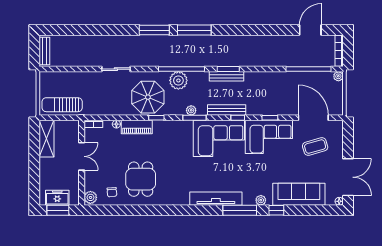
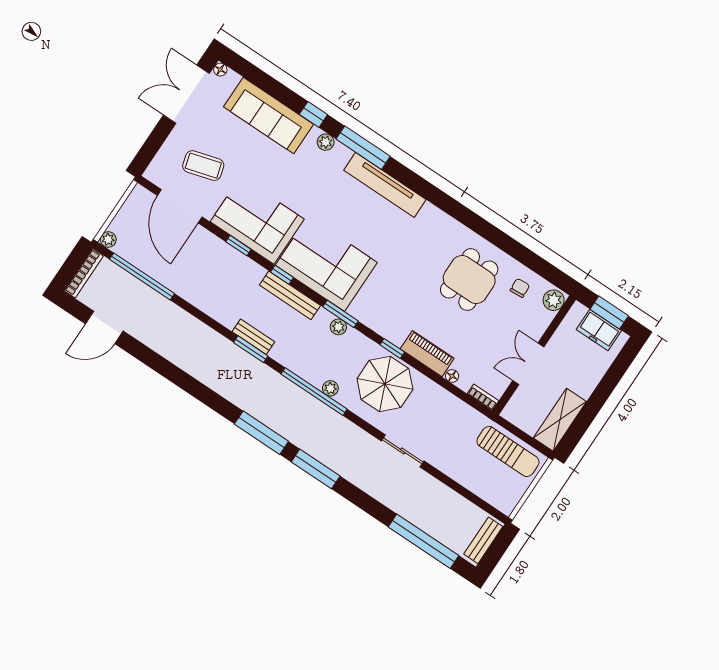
window: (75, 30) -> (424, 541), added
bench: (227, 76) -> (253, 337), width x0.73
plant: (178, 80) -> (330, 388), width x0.53, depth x0.53

